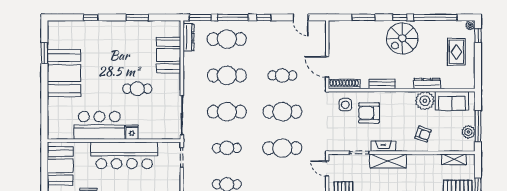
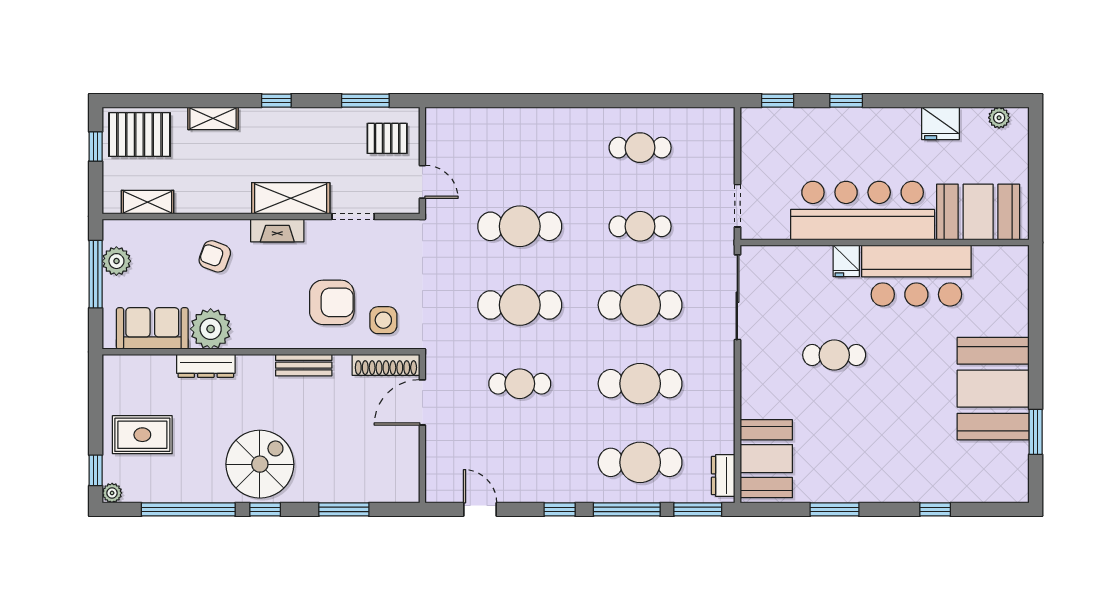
dresser: (189, 37) -> (723, 475), width x0.70
rug: (456, 52) -> (142, 435), turned 90
booth: (169, 55) -> (766, 459), moved
door: (327, 67) -> (422, 402), swing flipped
fireplace: (383, 146) -> (277, 230), moved
booth: (60, 166) -> (978, 212), moved, turned 90

